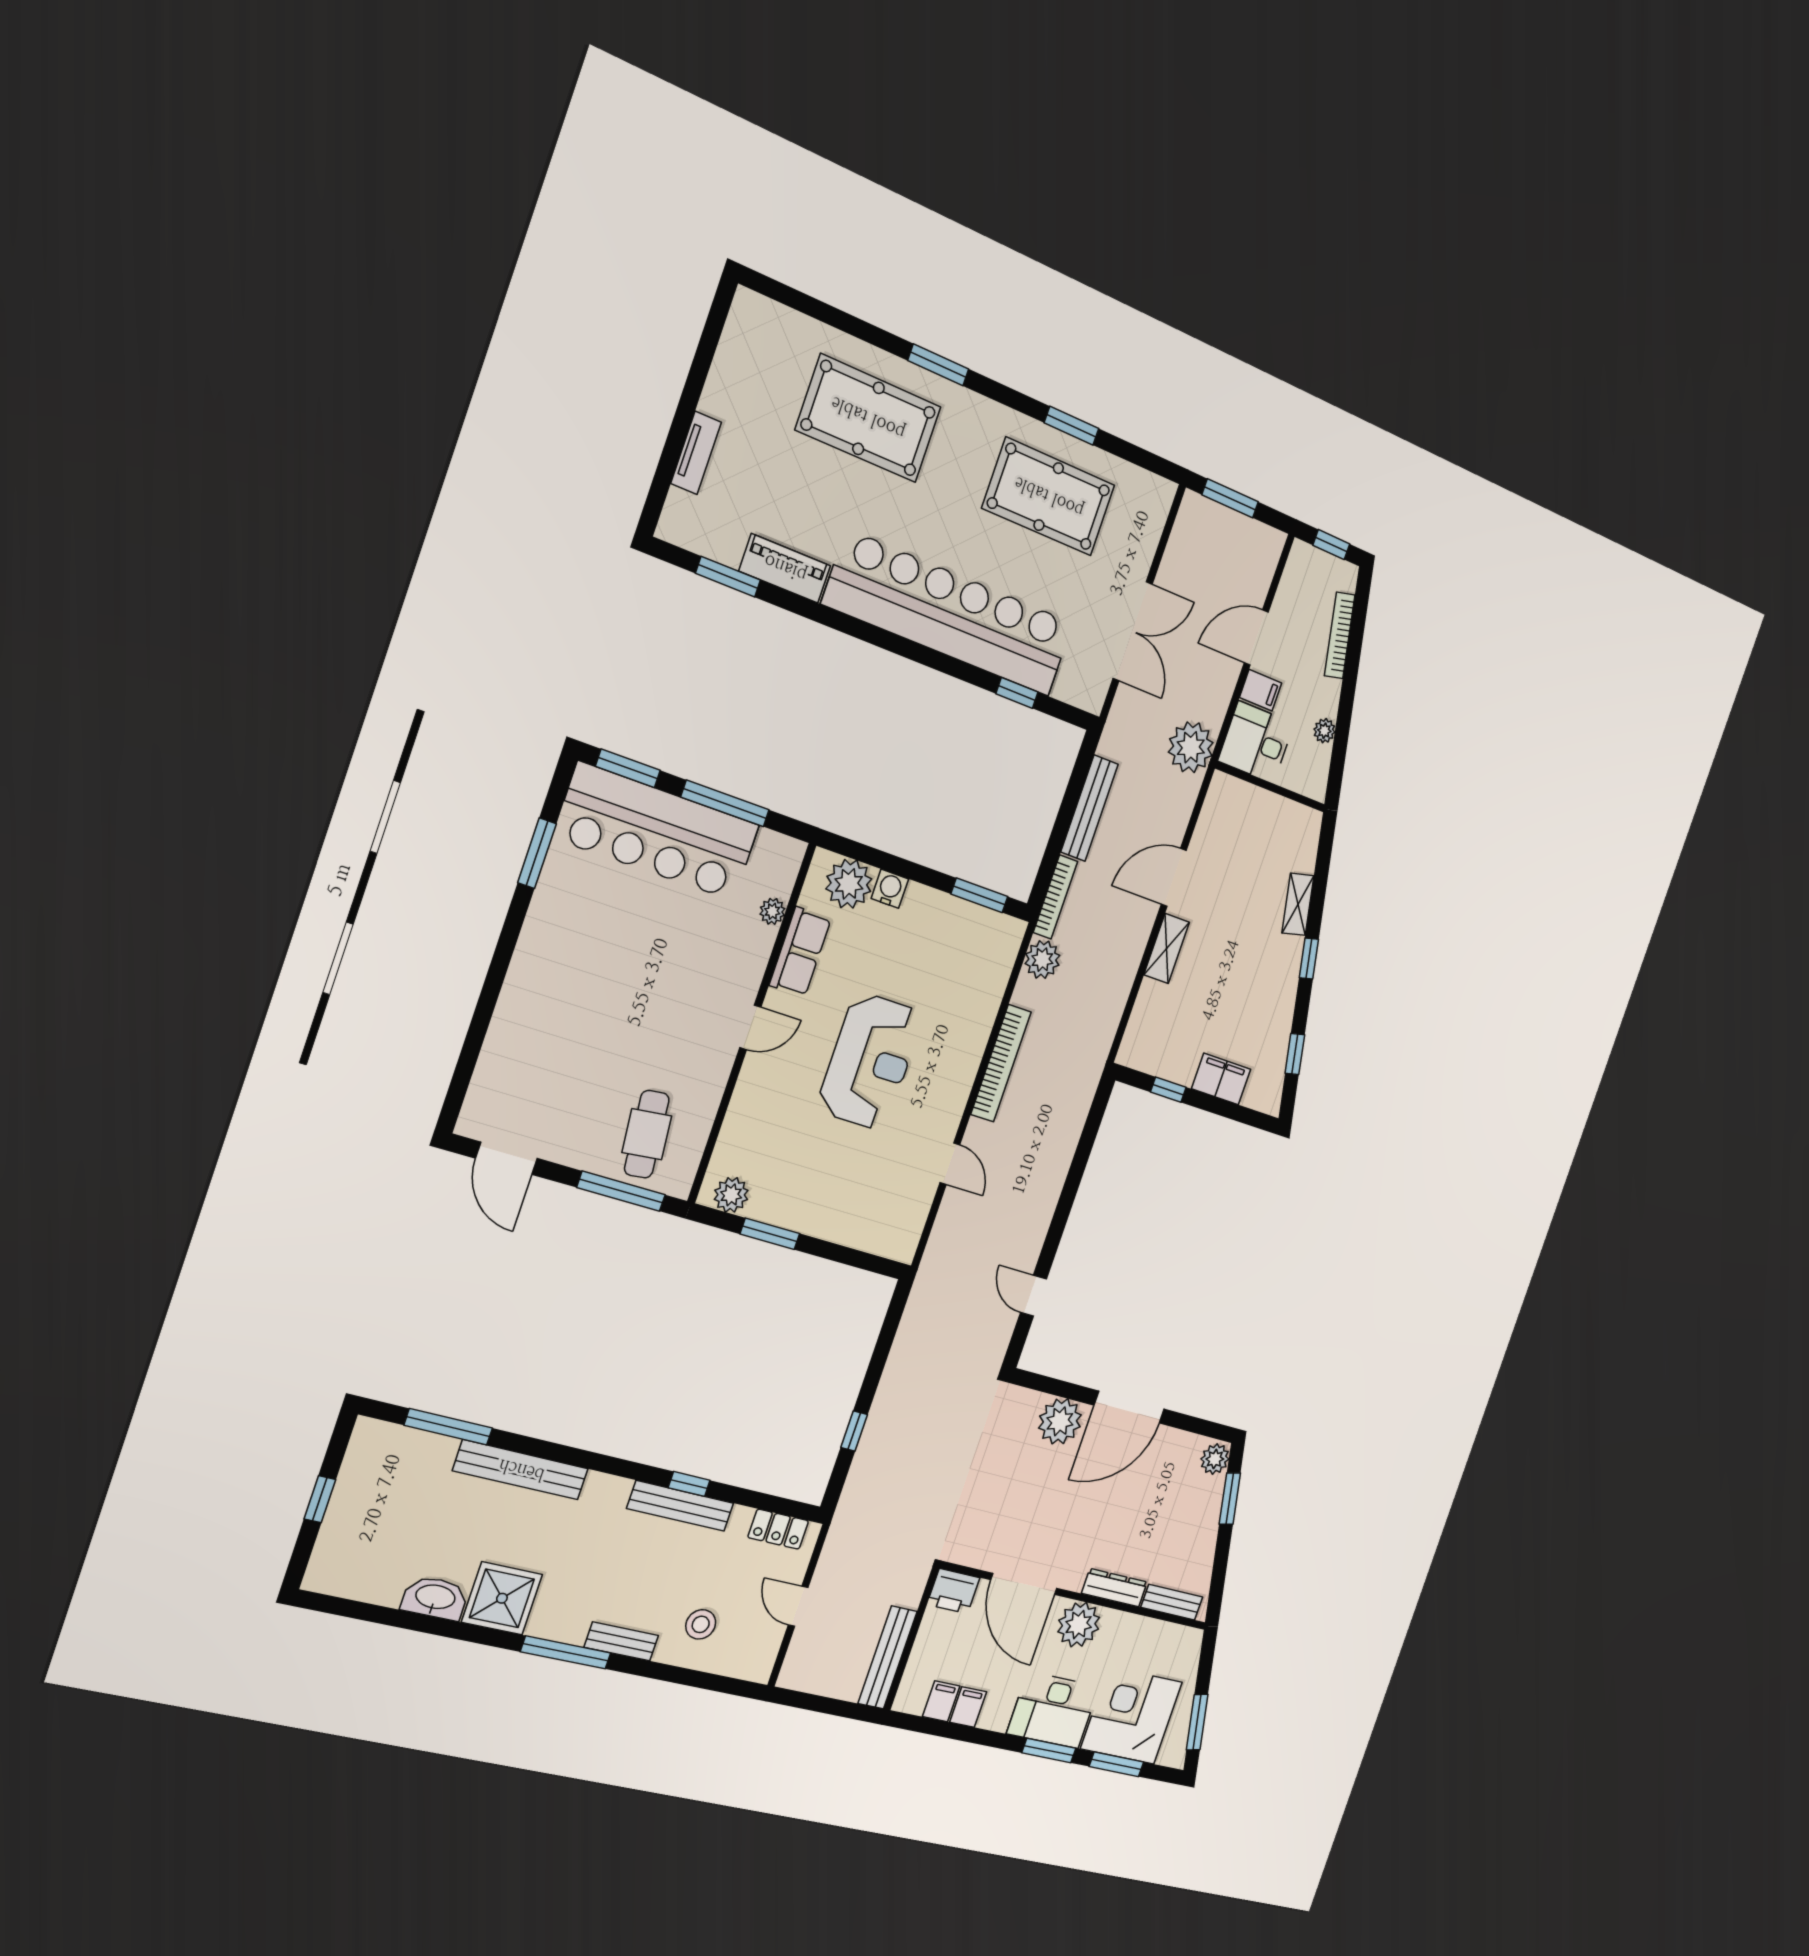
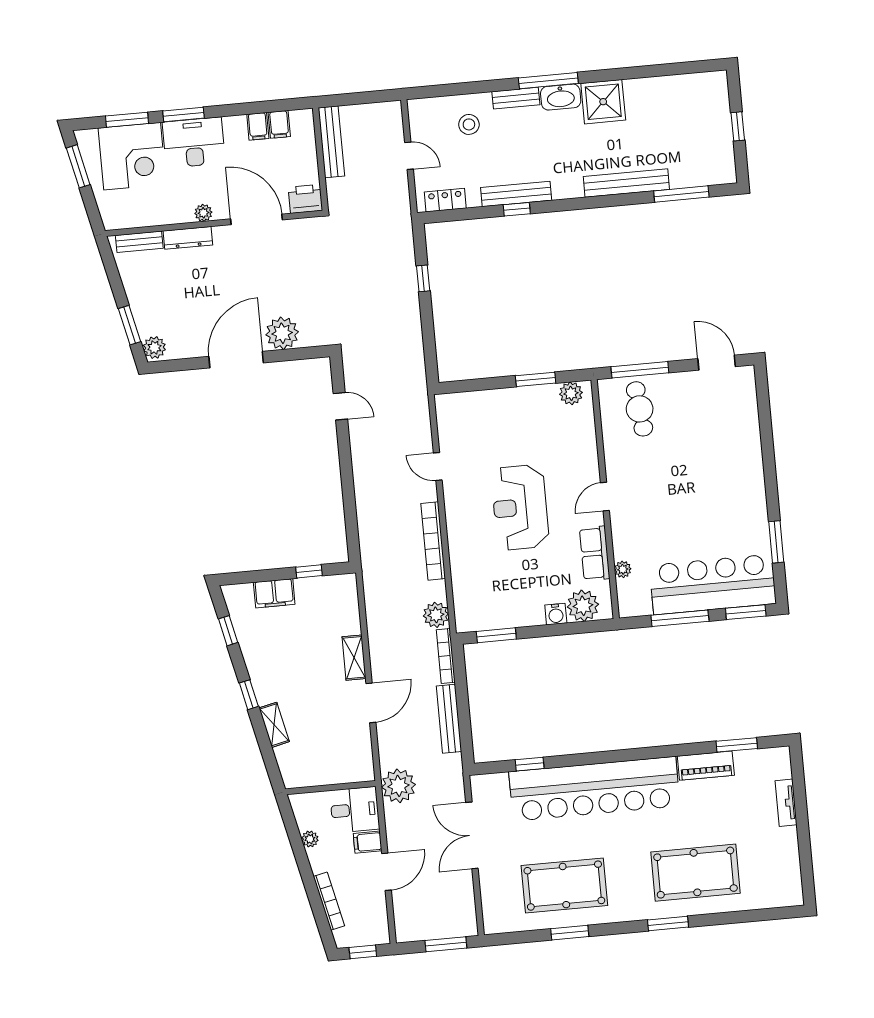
washbasin: (435, 1598) -> (561, 97), moved
plant: (1079, 1625) -> (203, 213), width x0.53, depth x0.53

